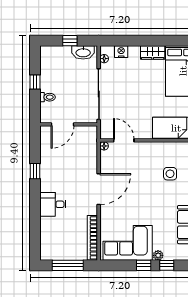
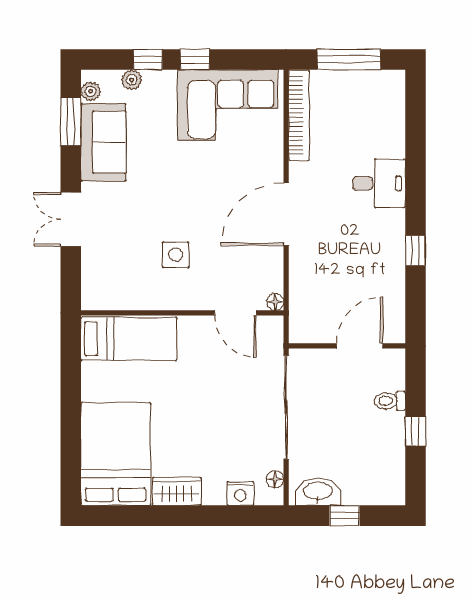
side table: (170, 174) -> (176, 255), moved
plant: (158, 255) -> (132, 80), moved

